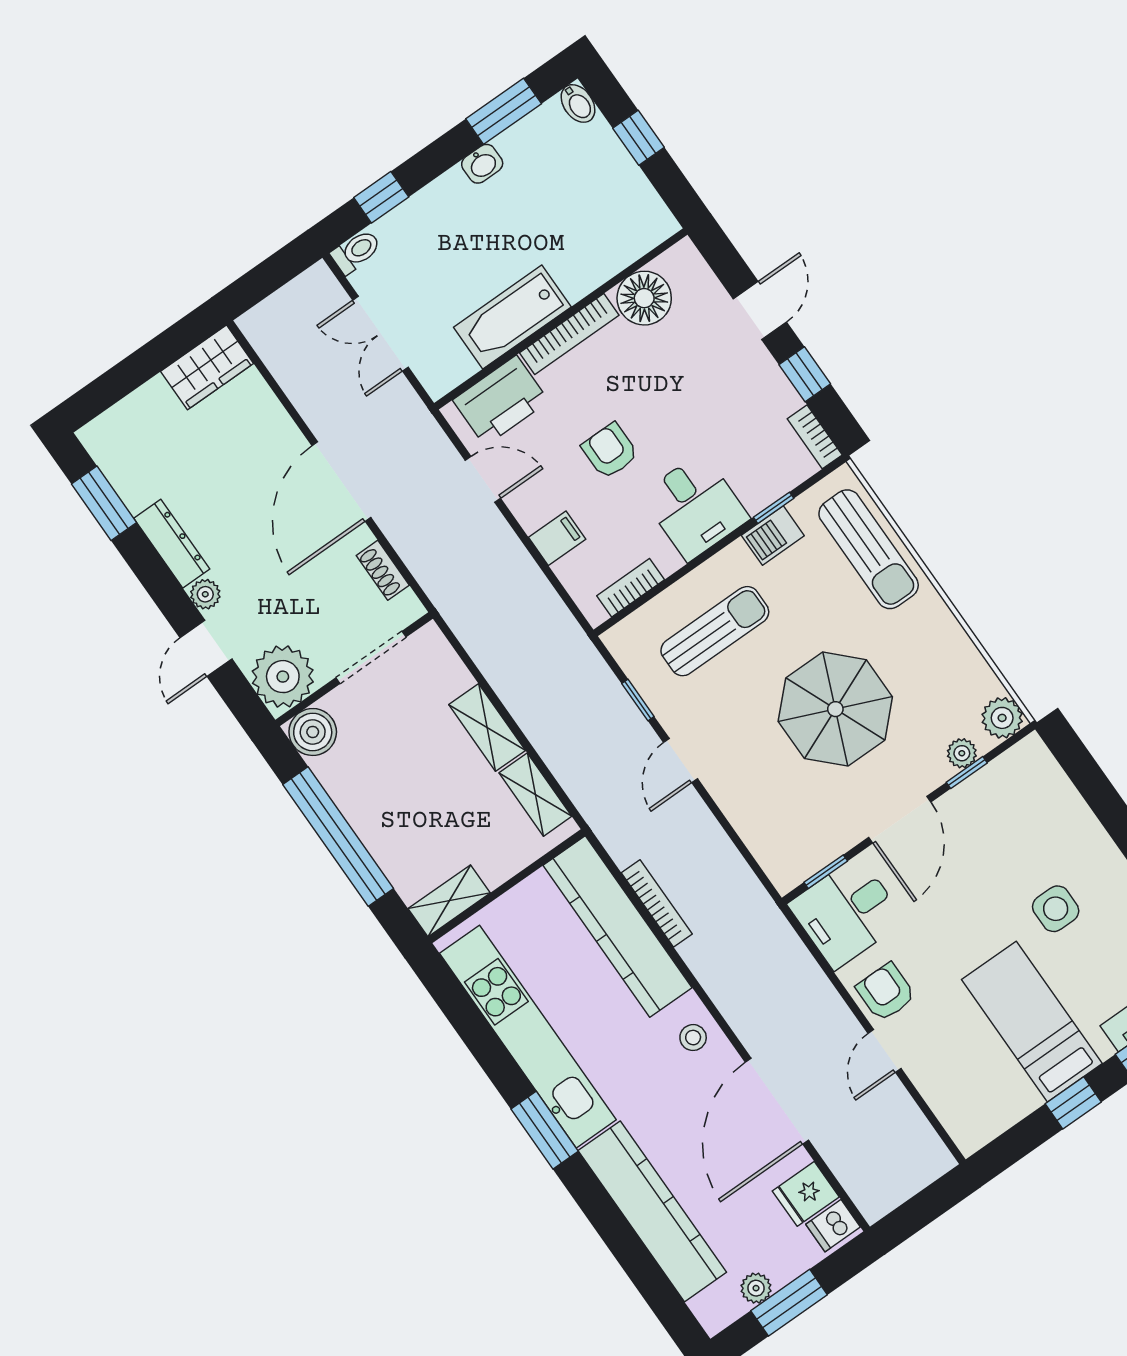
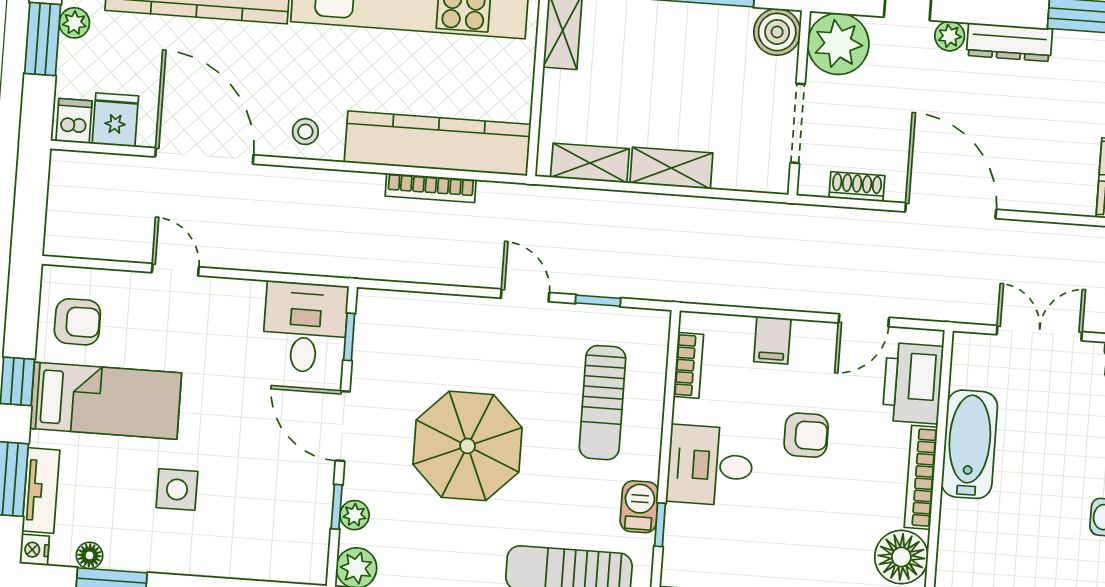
armchair: (886, 992) -> (77, 322), moved

